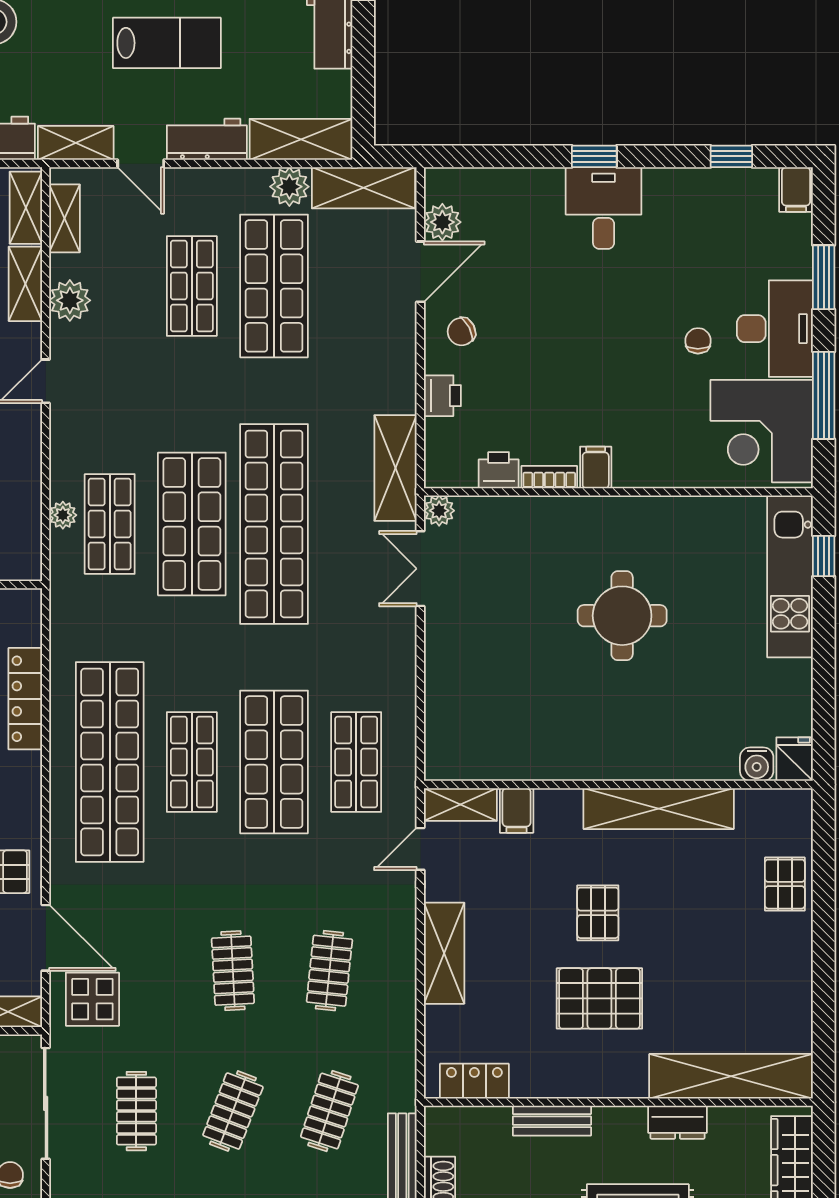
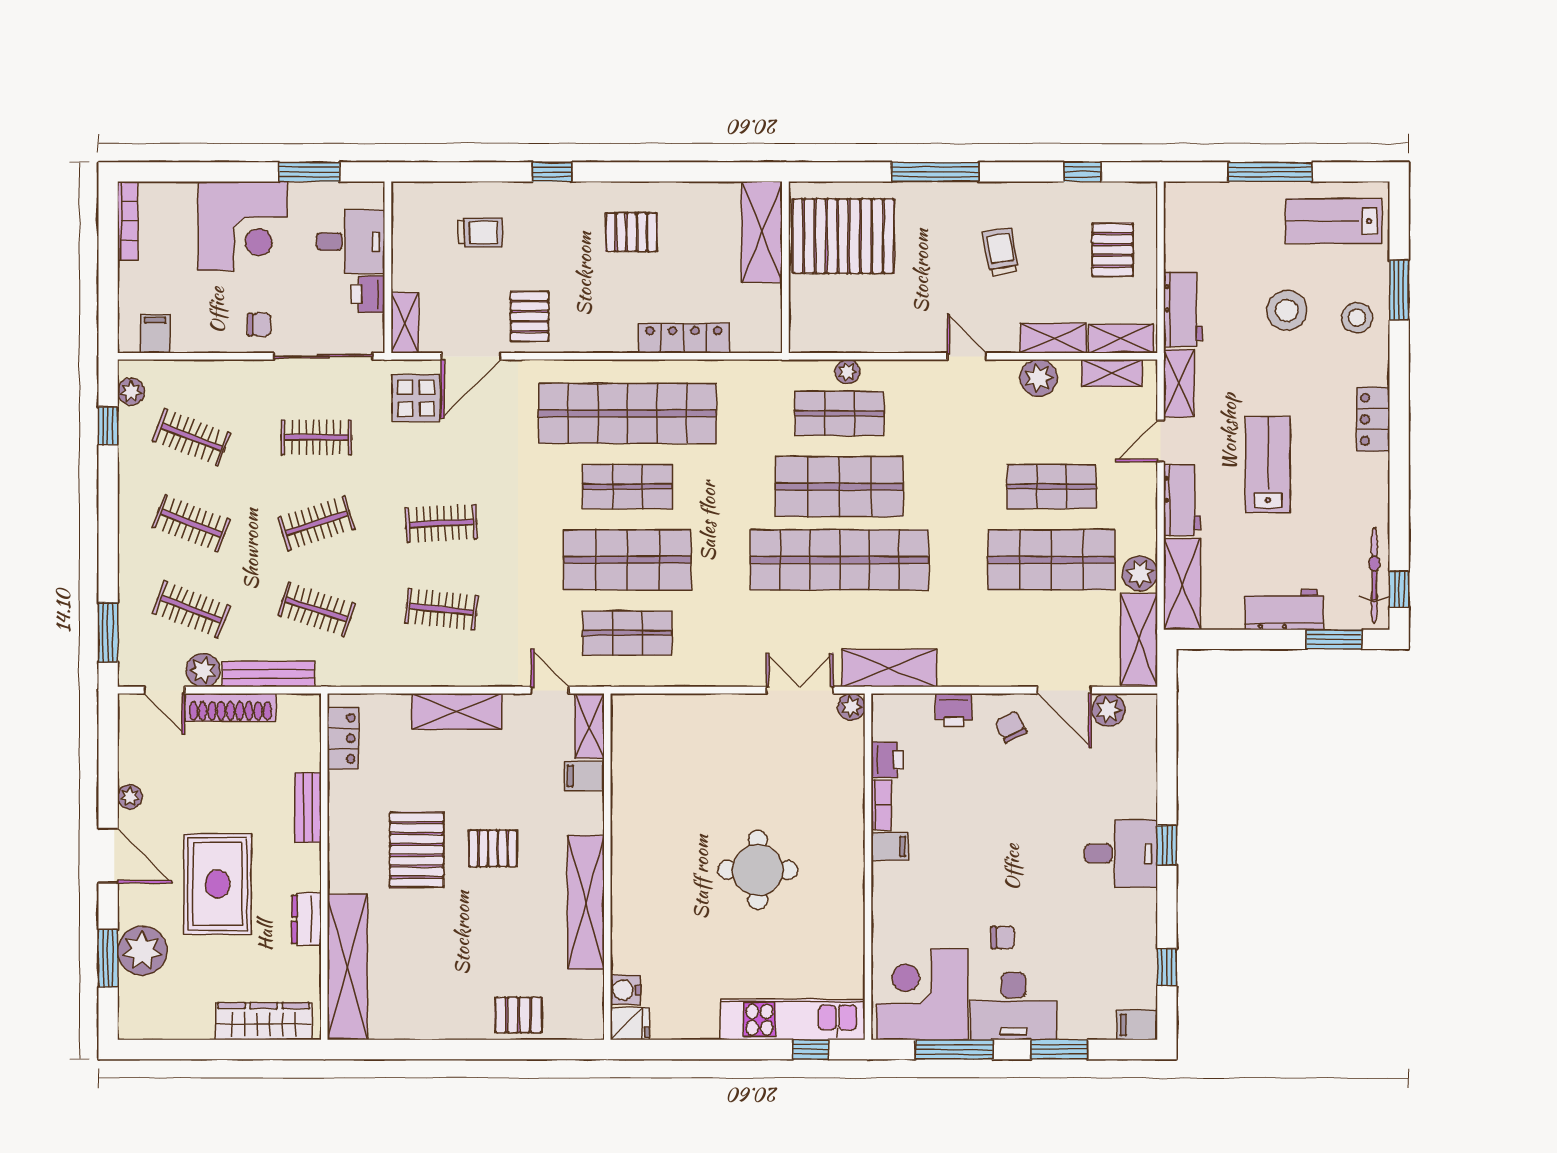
lab bench: (167, 43) -> (1268, 464), turned 180
clothes rail: (233, 1111) -> (316, 523), turned -39

